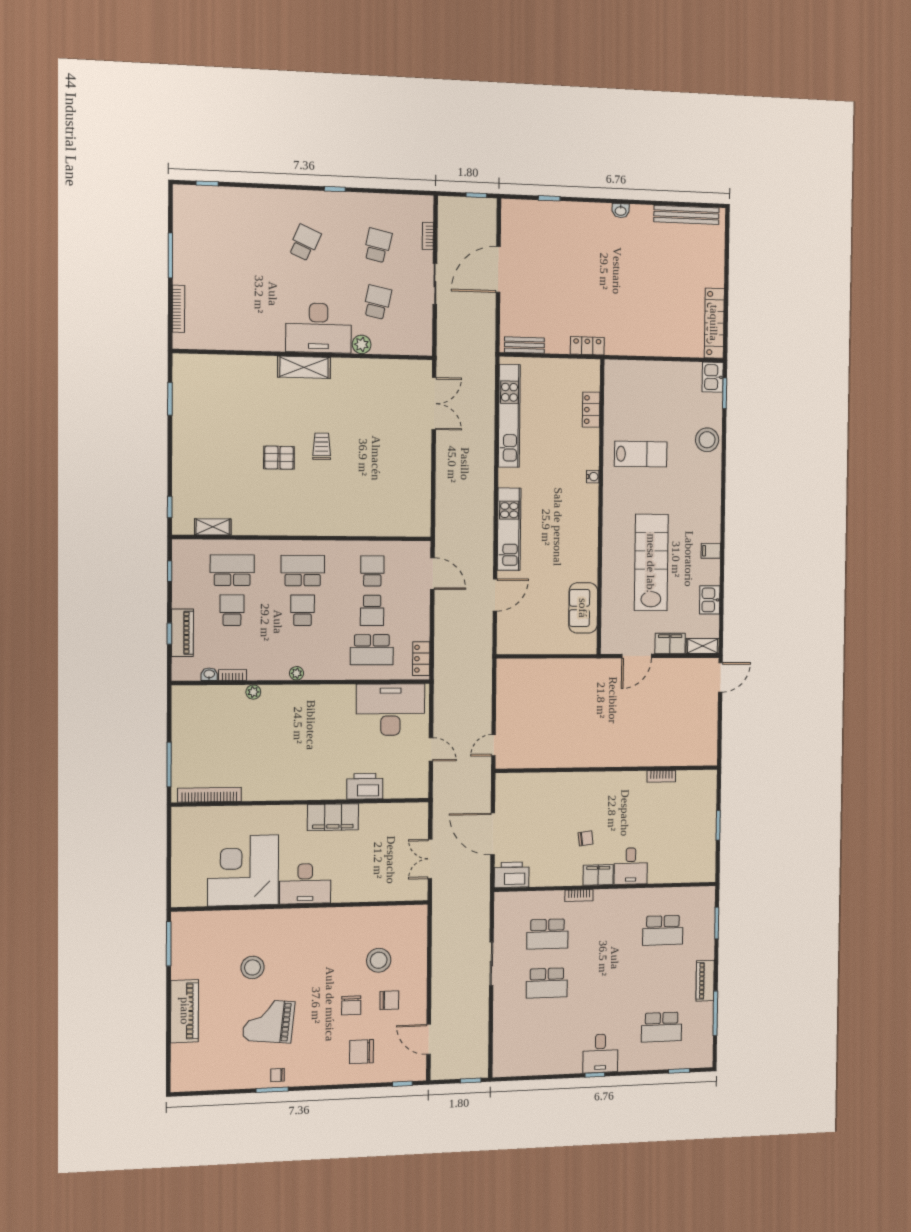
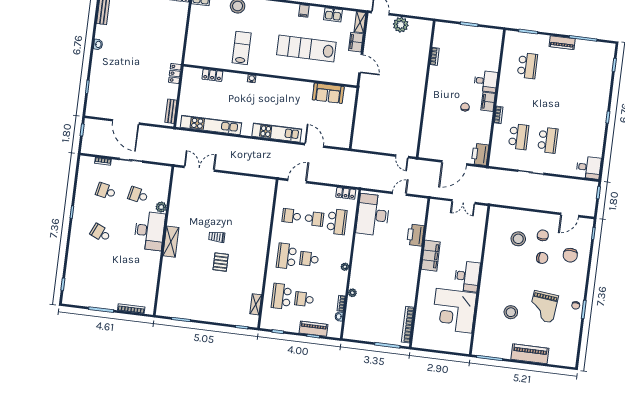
plant: (706, 714) -> (401, 25), added
school desk: (661, 1027) -> (586, 73), removed
desk: (600, 1053) -> (589, 167), moved

